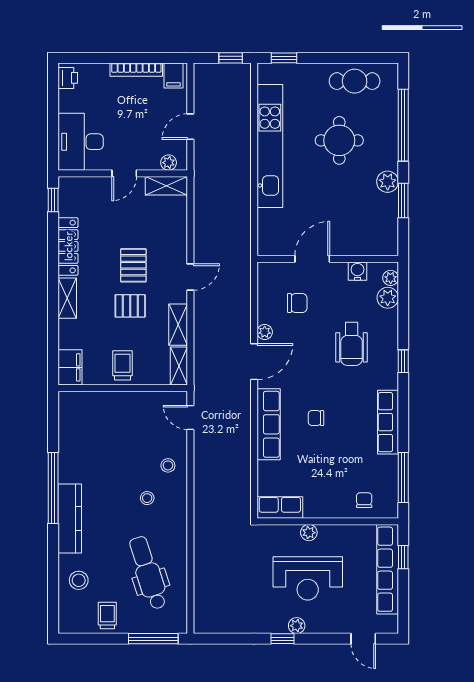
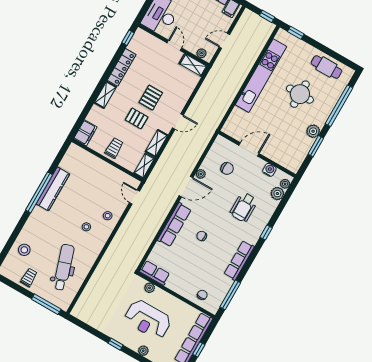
door: (124, 173) -> (174, 45), swing flipped
kitchen counter: (70, 518) -> (53, 189), moved
plant: (309, 533) -> (150, 288), moved
window: (403, 557) -> (199, 349), moved
plant: (297, 626) -> (143, 351), moved

